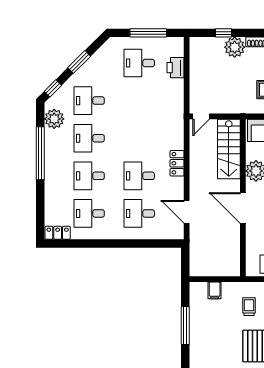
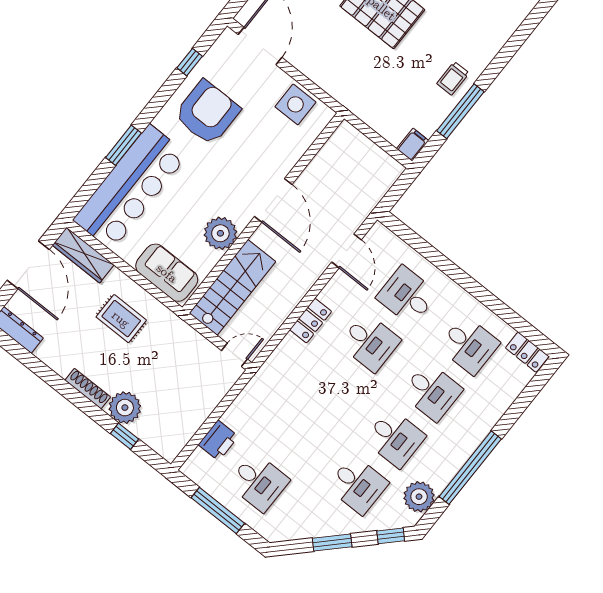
desk: (139, 213) -> (407, 296), turned 180
filing cabinet: (215, 290) -> (413, 145), moved
trolley: (249, 307) -> (453, 78), moved

